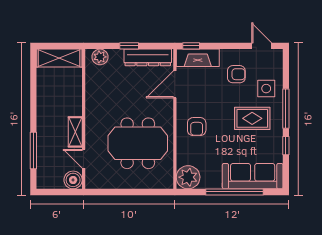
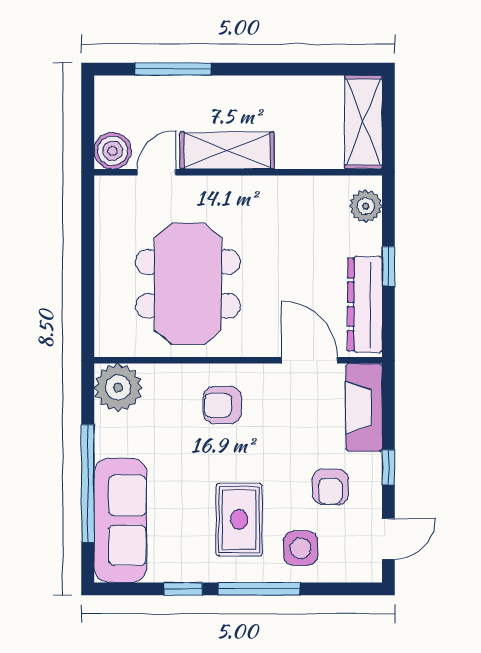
window: (191, 46) -> (388, 467), moved
shelving: (75, 132) -> (227, 151), width x1.50, depth x1.33

